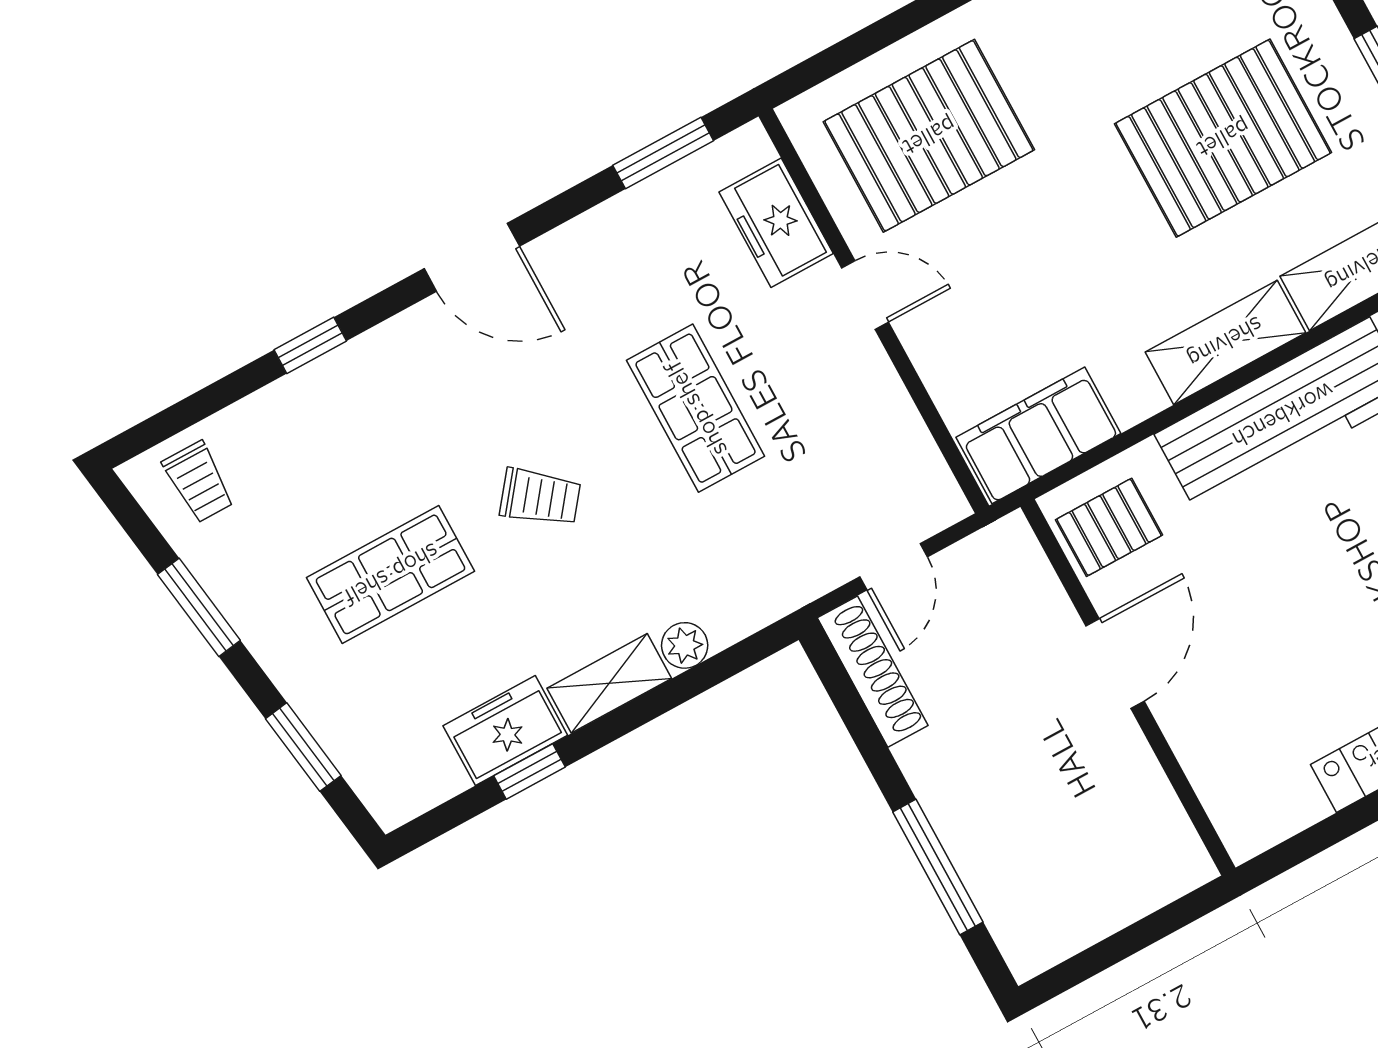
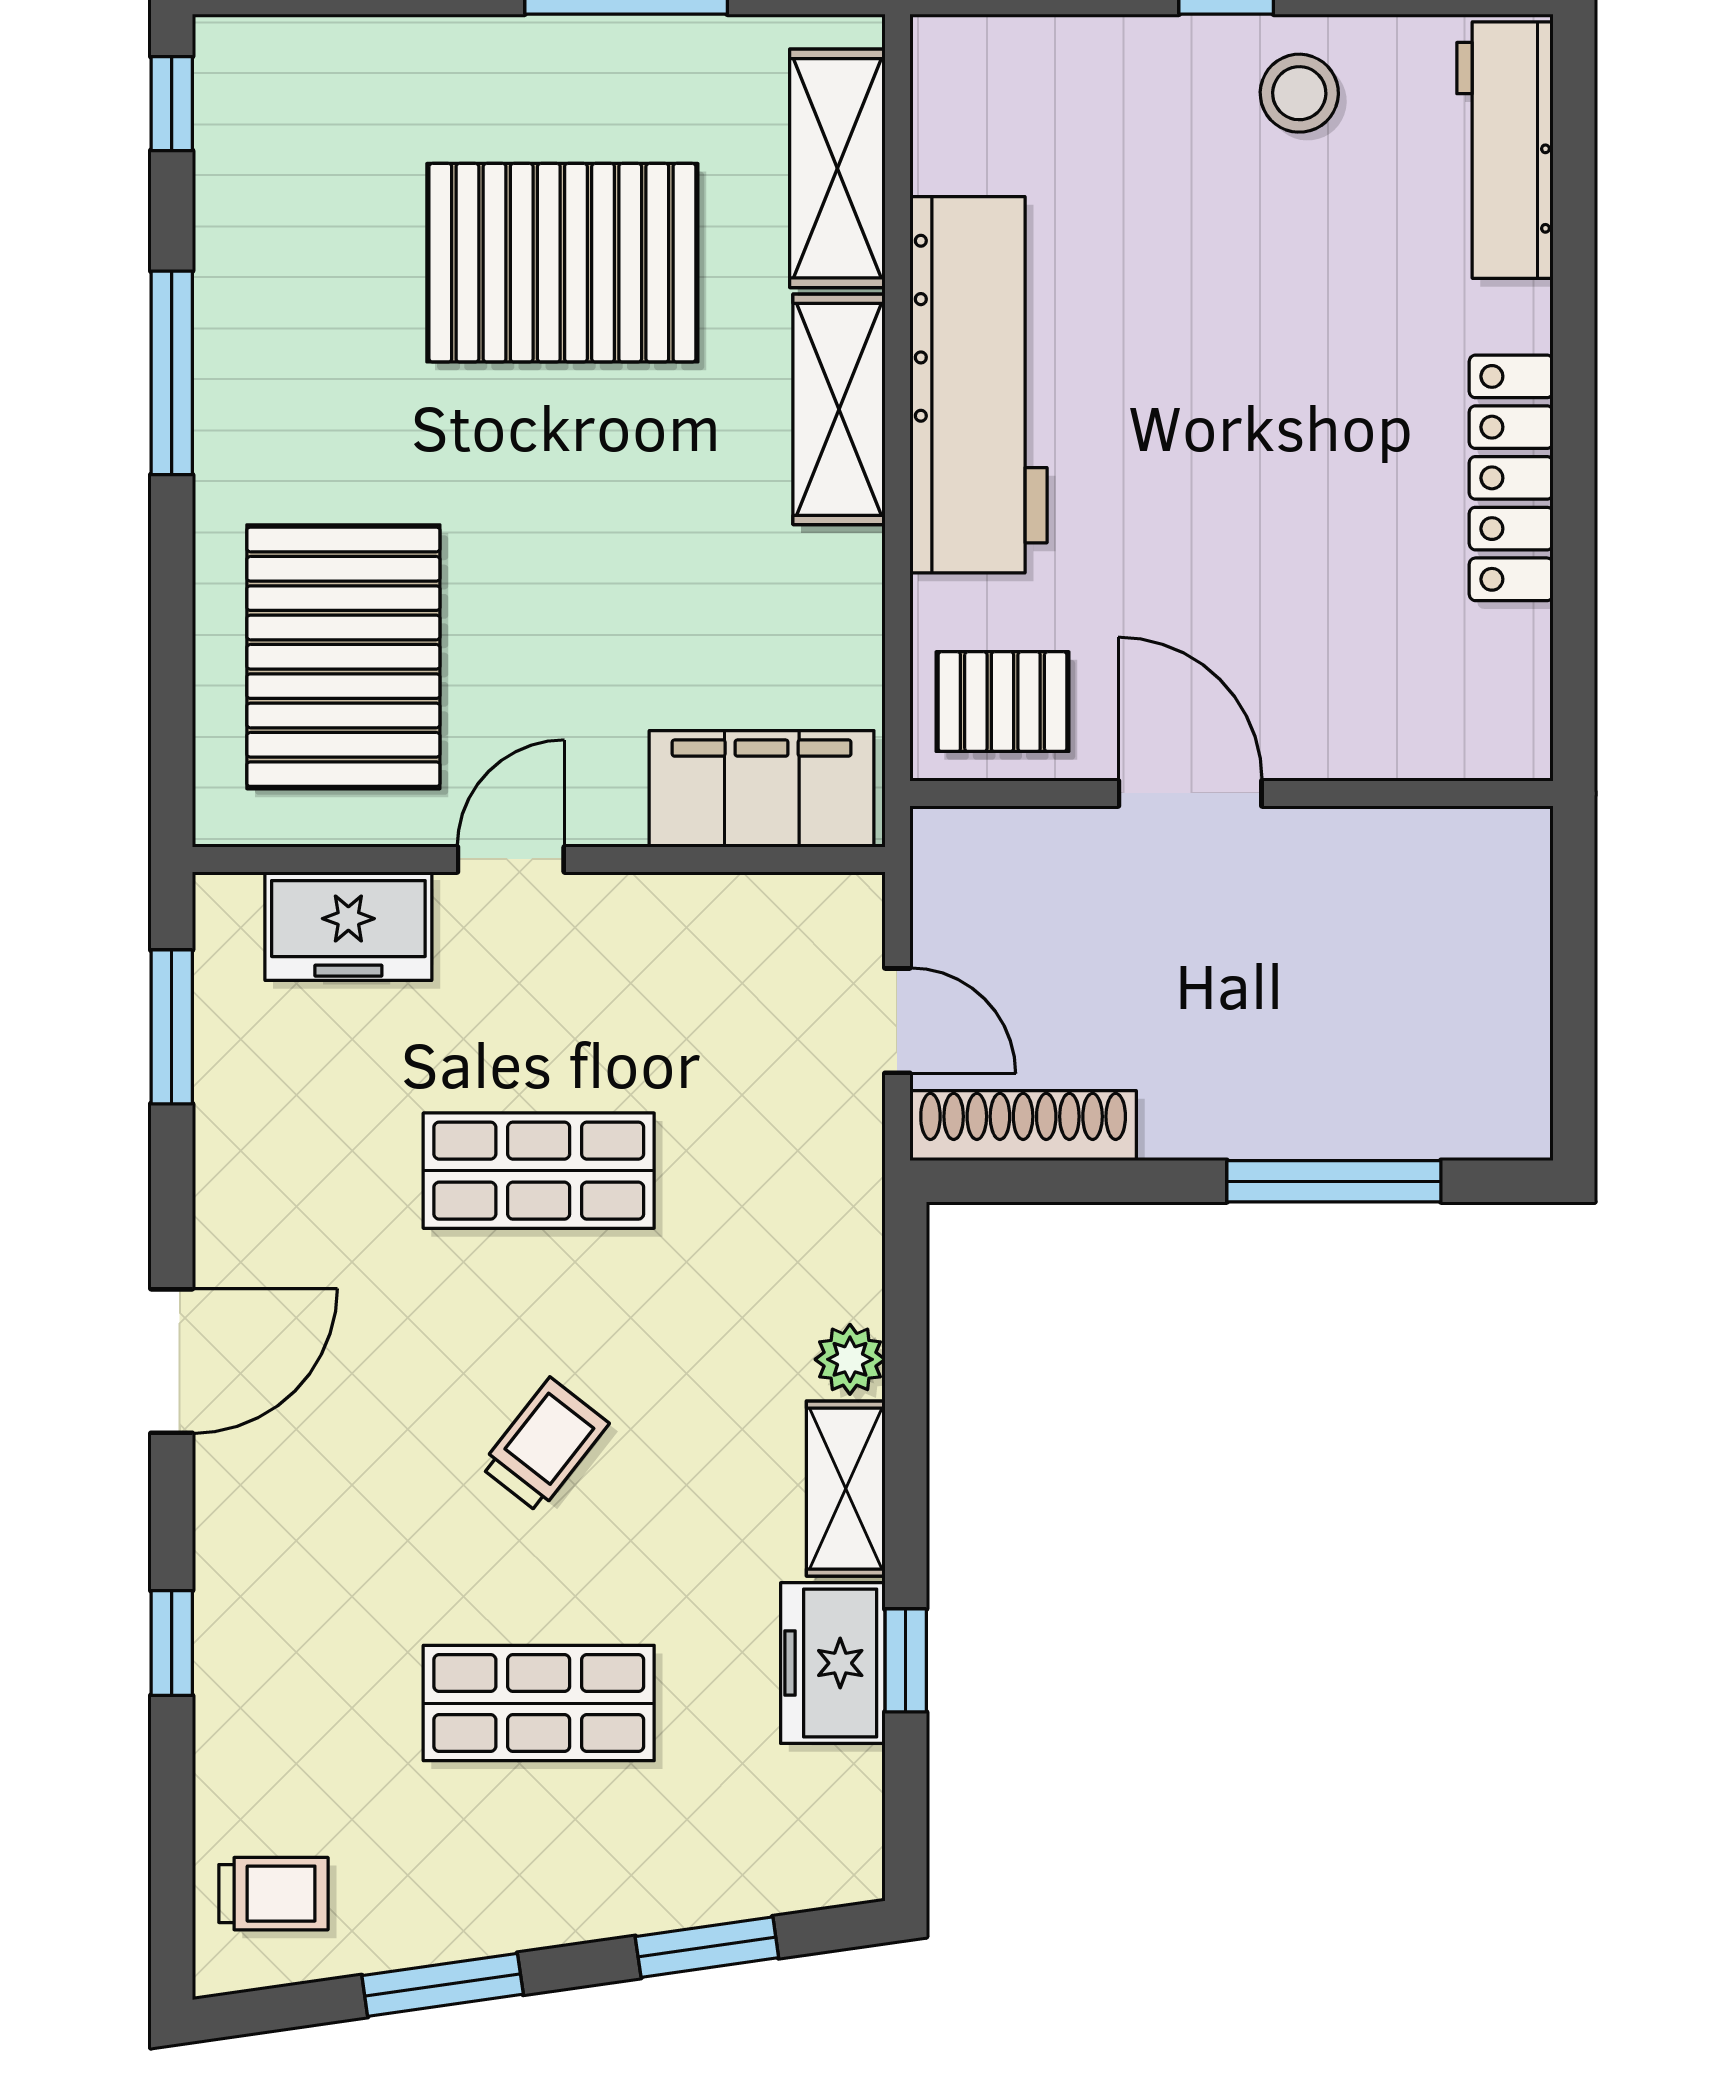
pallet: (1223, 138) -> (562, 263), turned 90
filing cabinet: (1038, 435) -> (762, 789), moved, turned 90
pallet: (1109, 527) -> (1002, 702), turned 90
shop shelf: (391, 574) -> (539, 1703), turned 90

